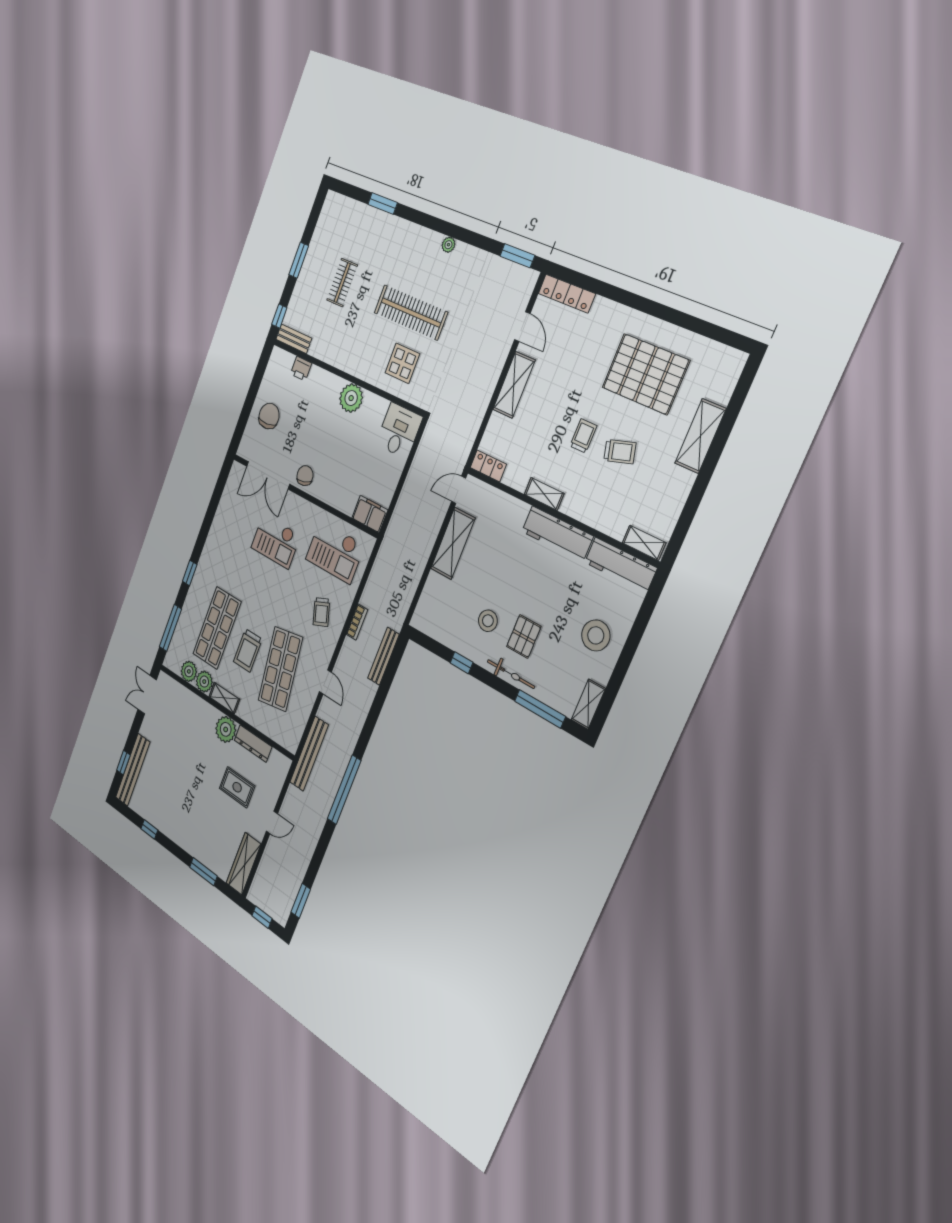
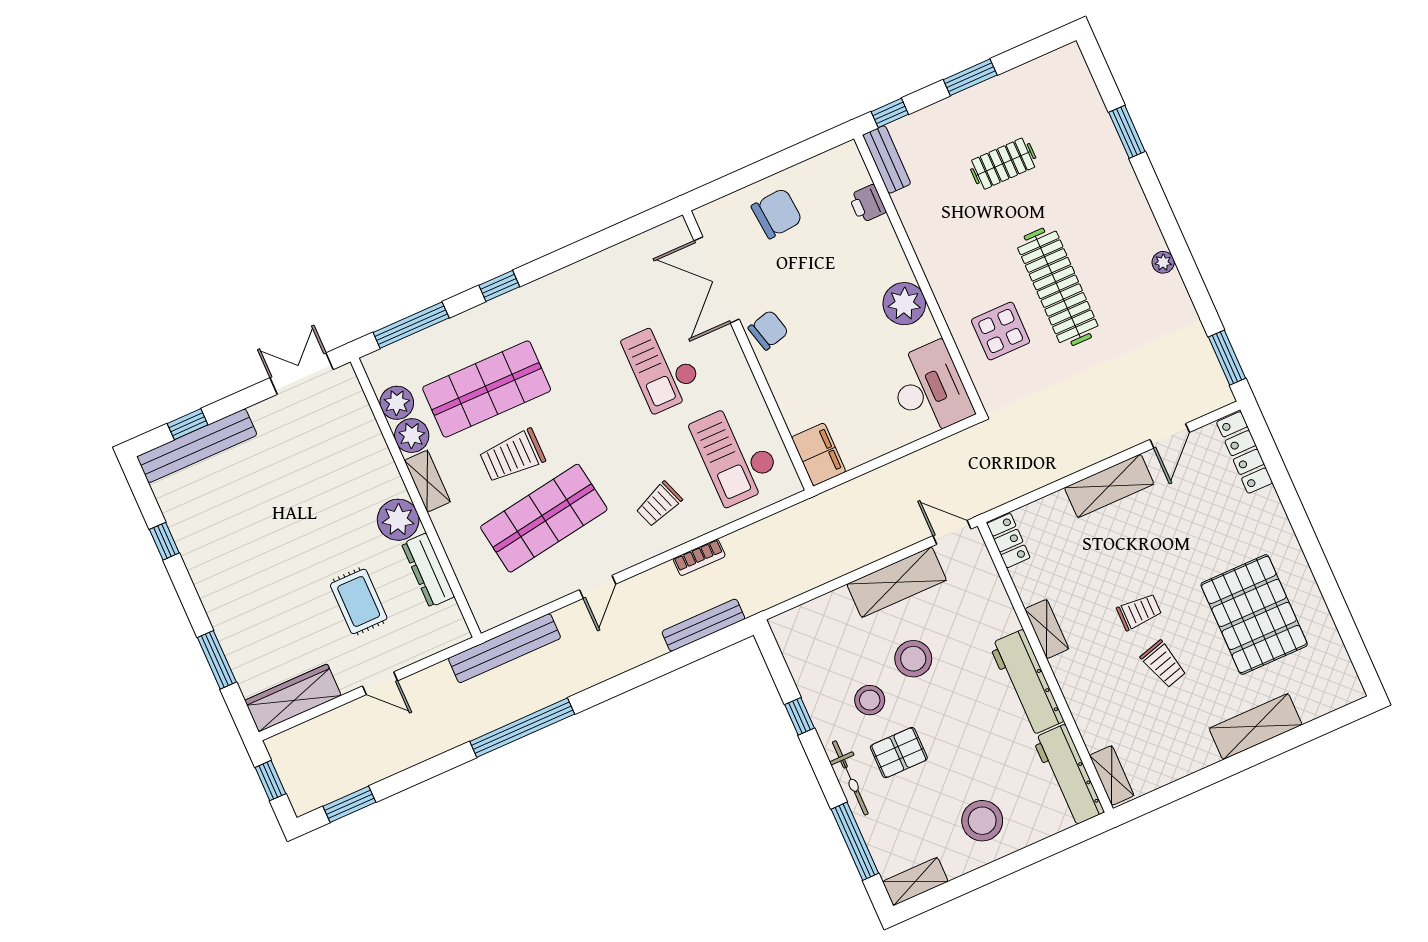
desk: (399, 431) -> (929, 389), width x1.37
stool: (492, 577) -> (913, 659), added

